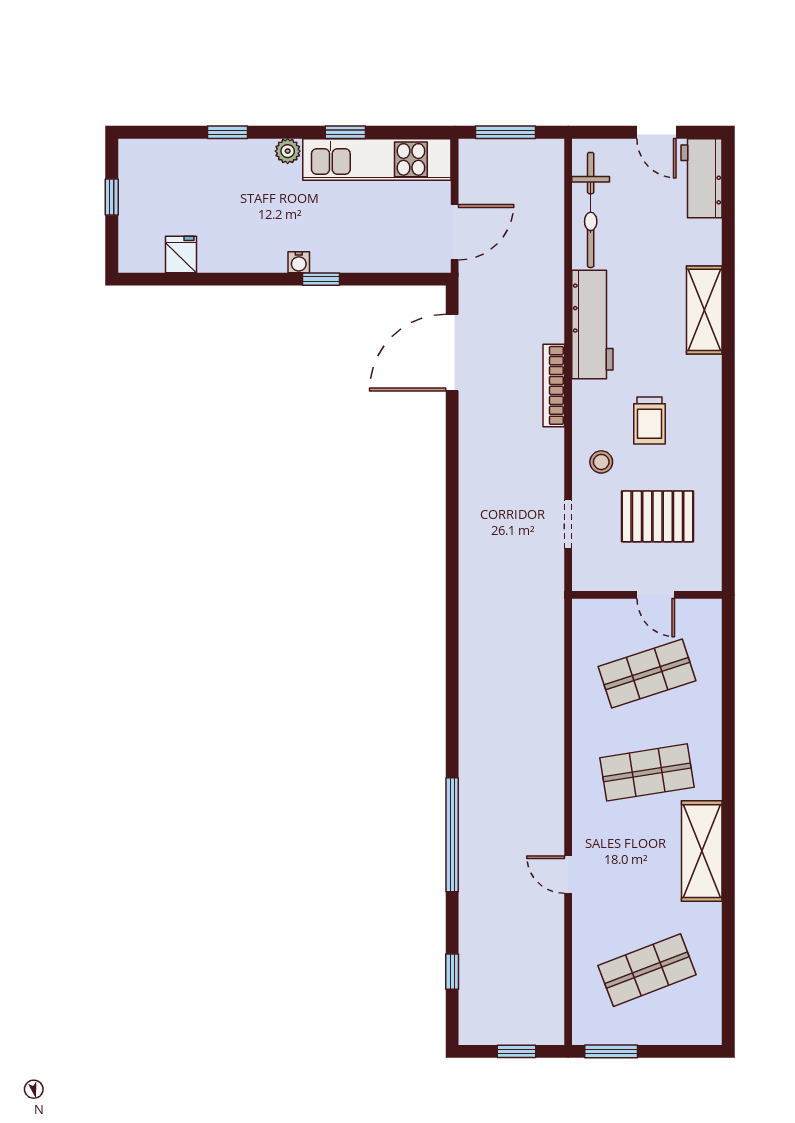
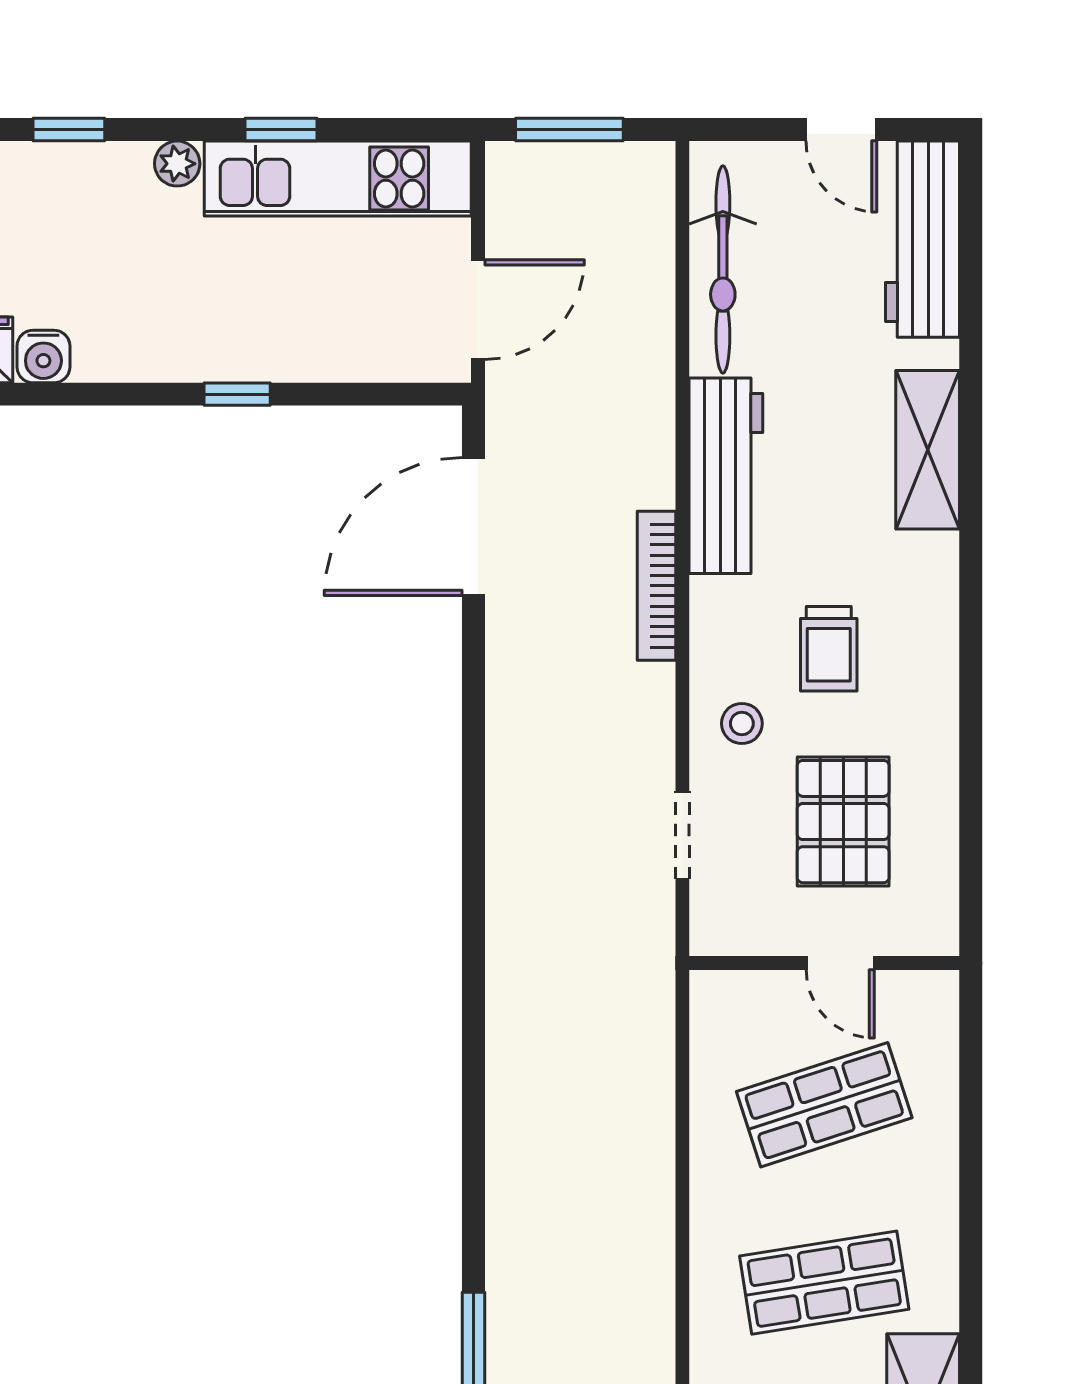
workbench: (702, 178) -> (922, 239), width x1.38
water cooler: (299, 262) -> (43, 356), moved, width x1.38, depth x1.38
pallet: (657, 516) -> (843, 822), turned 90

